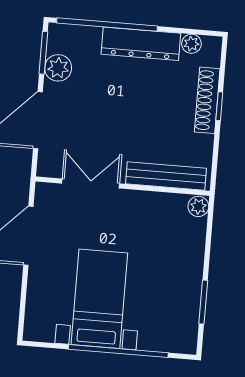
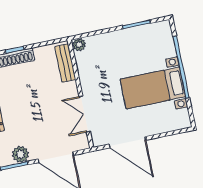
bench: (166, 176) -> (65, 63), width x0.73

